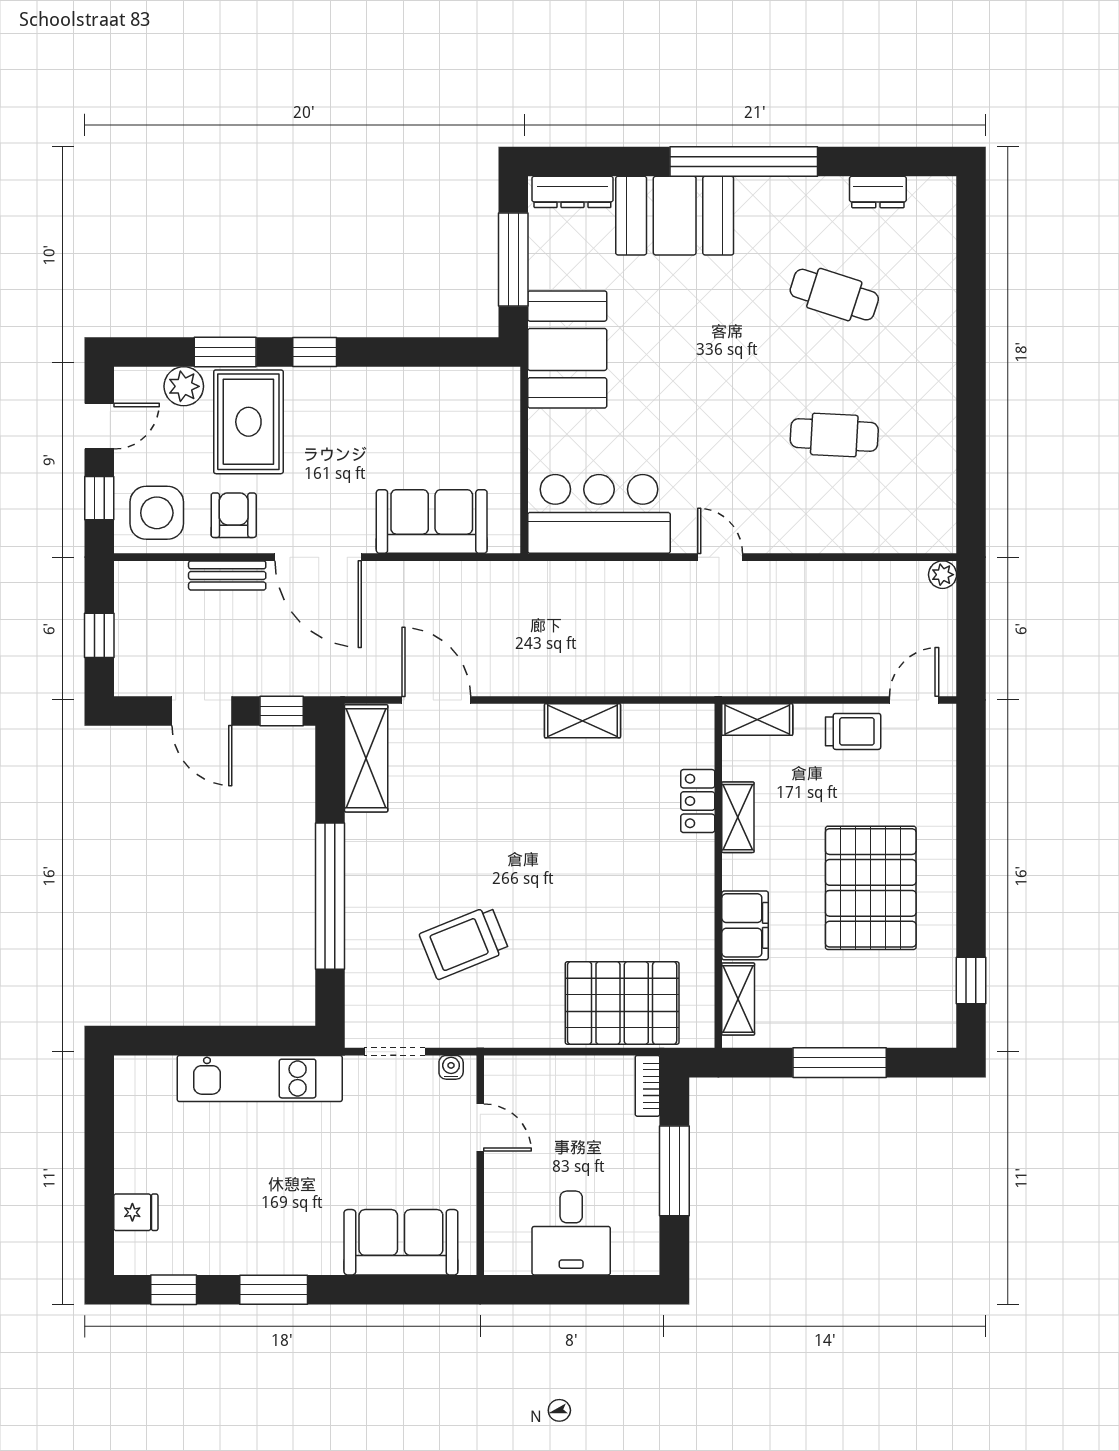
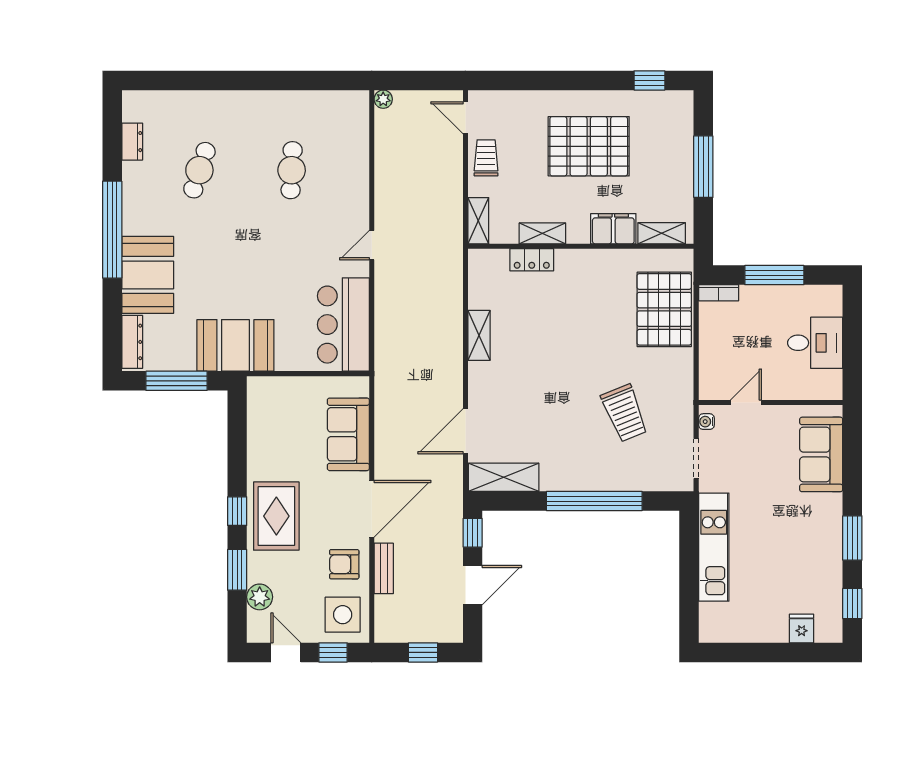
rug: (248, 422) -> (276, 516), moved, turned 90

